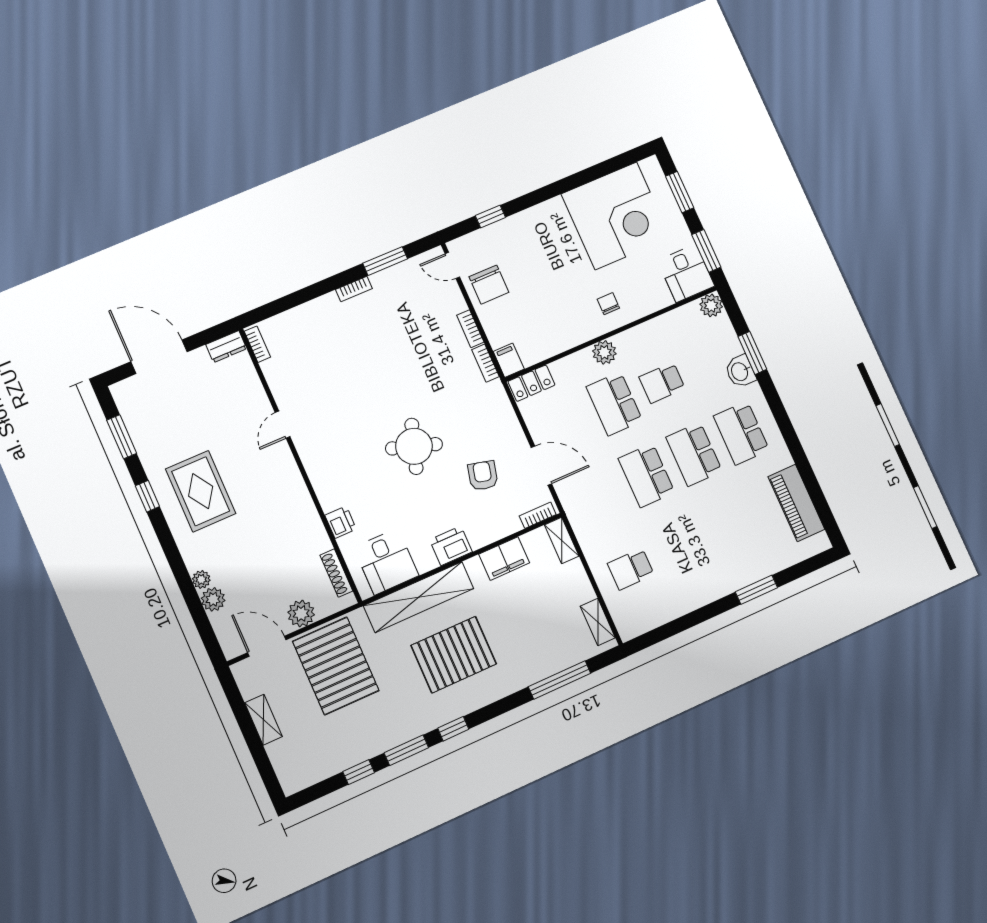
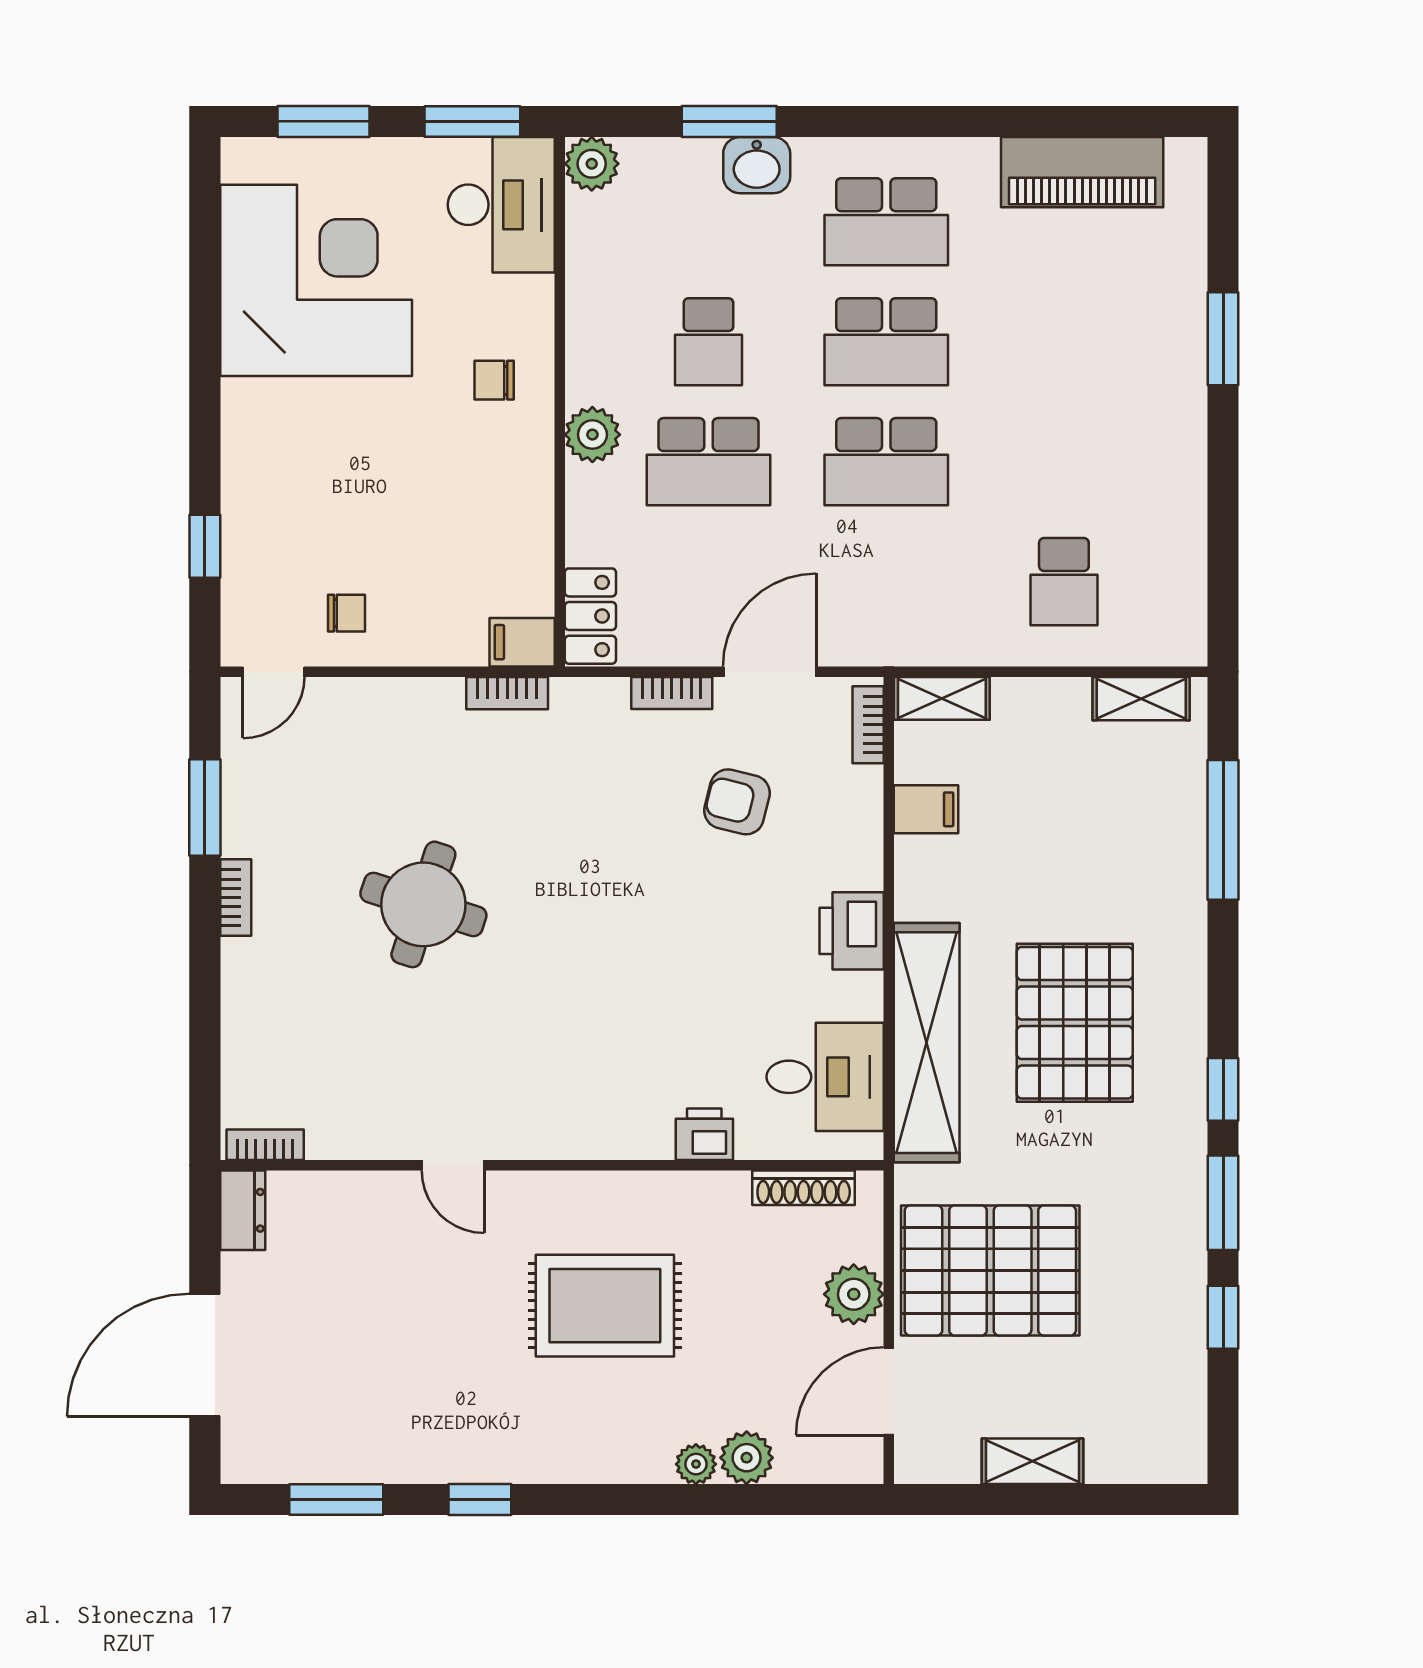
desk: (686, 273) -> (501, 205), width x1.37
chair: (489, 285) -> (347, 613), width x0.54, depth x0.54
bookcase: (470, 329) -> (672, 693), moved
round table: (414, 446) -> (423, 904), moved
rug: (201, 491) -> (605, 1306), moved
filing cabinet: (504, 559) -> (926, 809), width x0.50

